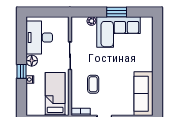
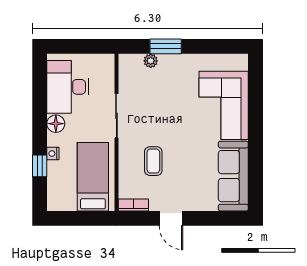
window: (117, 12) -> (166, 46), moved
corner sofa: (118, 32) -> (224, 105), moved, turned 90
window: (22, 71) -> (40, 166), moved

